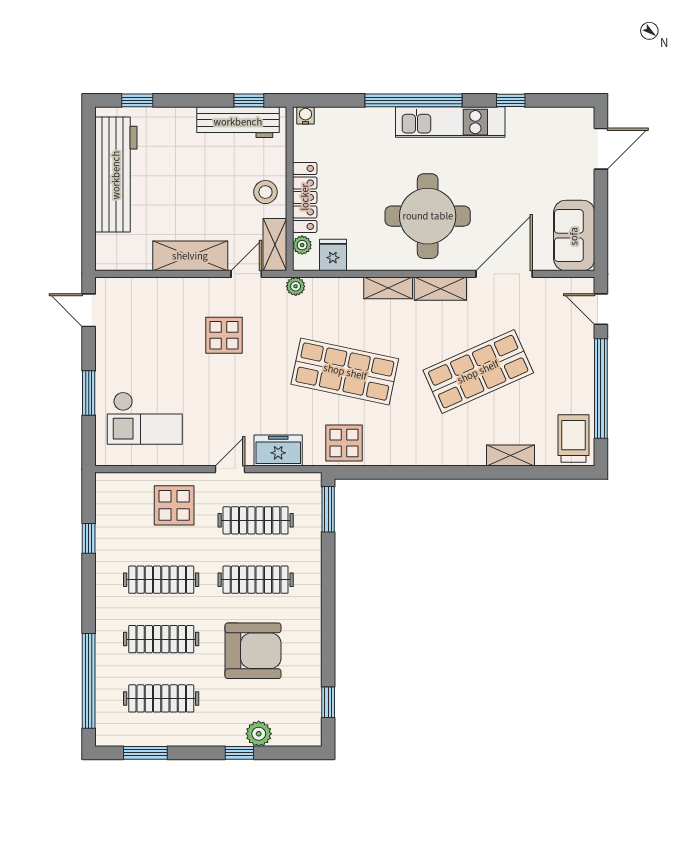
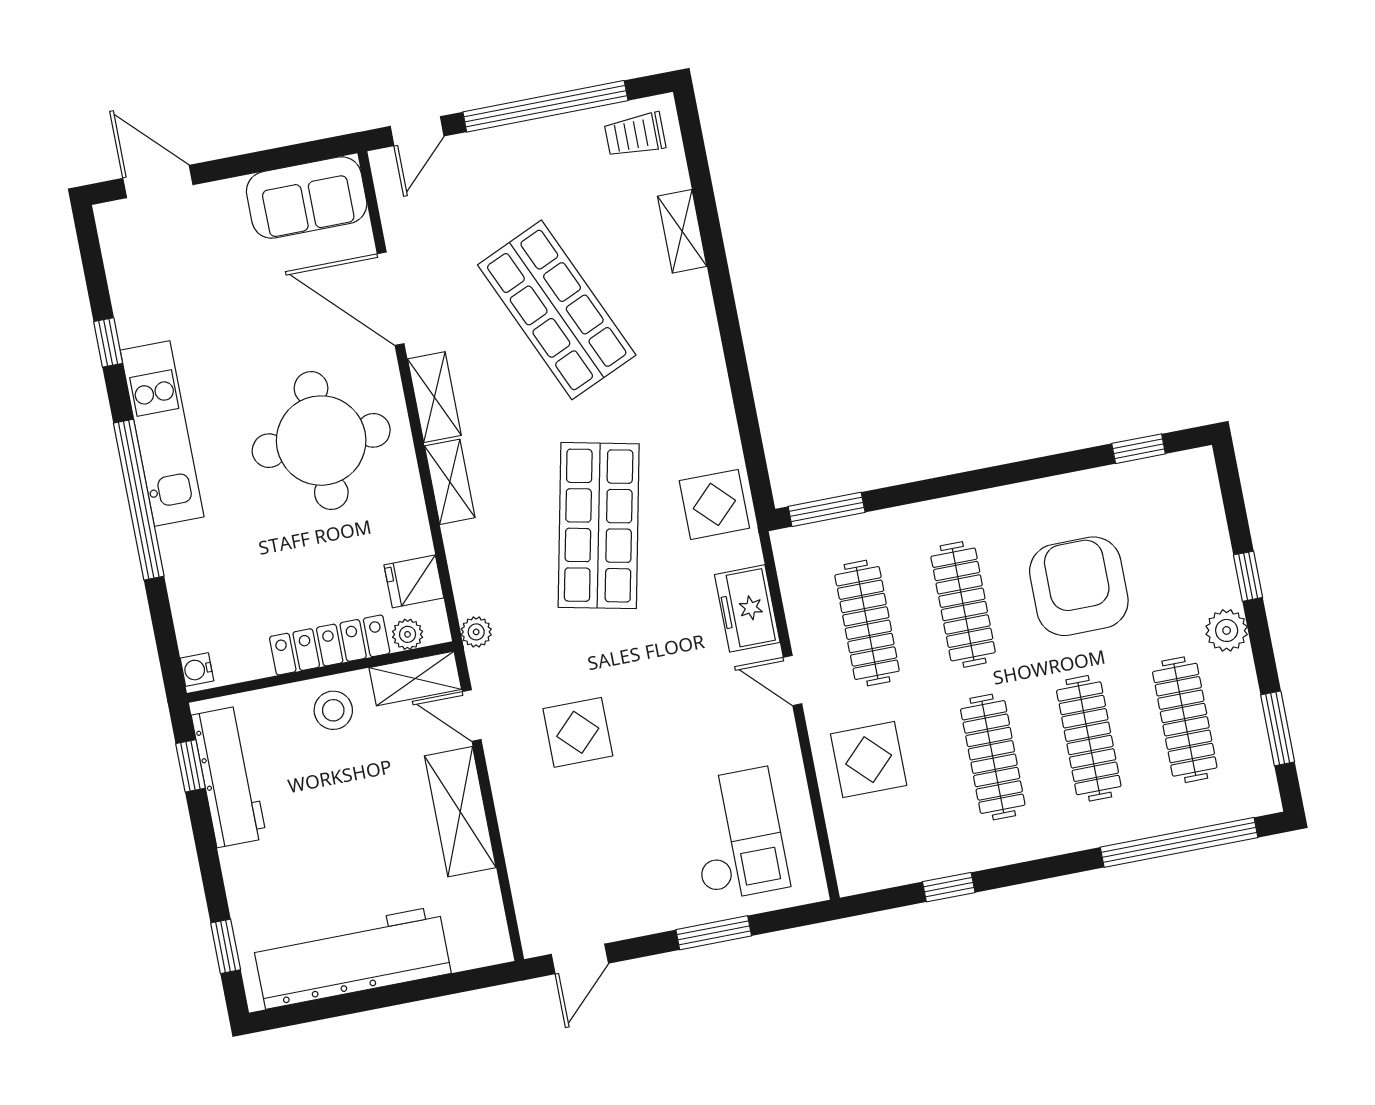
trolley: (573, 439) -> (635, 135), width x0.73, depth x0.72
plant: (259, 734) -> (1227, 630), moved

